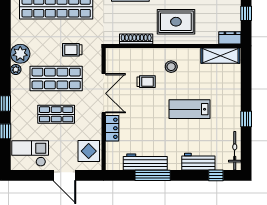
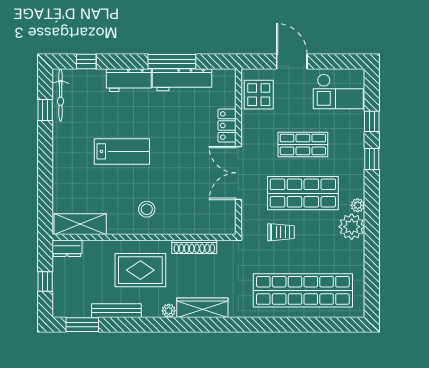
trolley: (146, 82) -> (181, 189), removed
window: (246, 119) -> (45, 110), moved
workbench: (198, 162) -> (129, 80), moved

